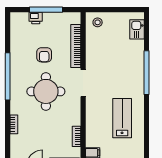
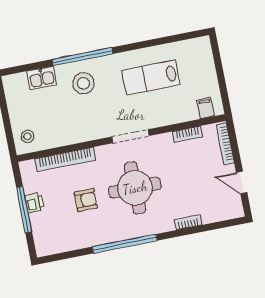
printer: (36, 18) -> (34, 203), moved
kitchen sink: (137, 29) -> (42, 78), moved
stool: (127, 70) -> (83, 83), added
doorway: (83, 83) -> (130, 136), moved

